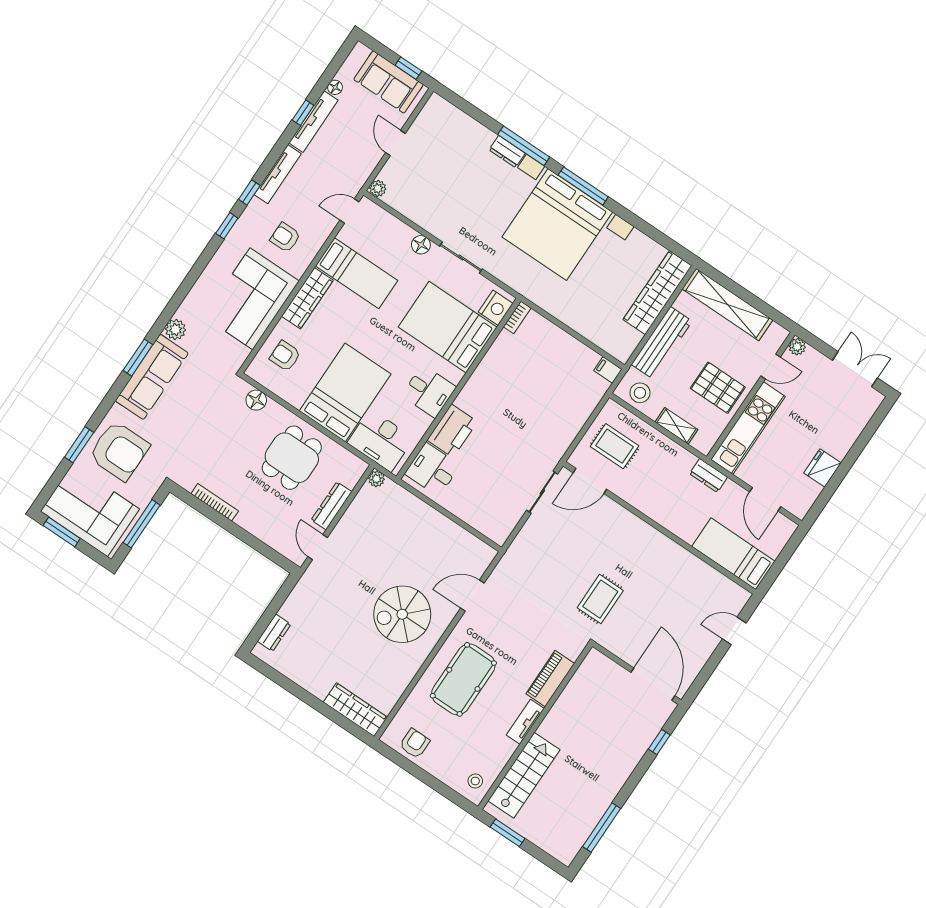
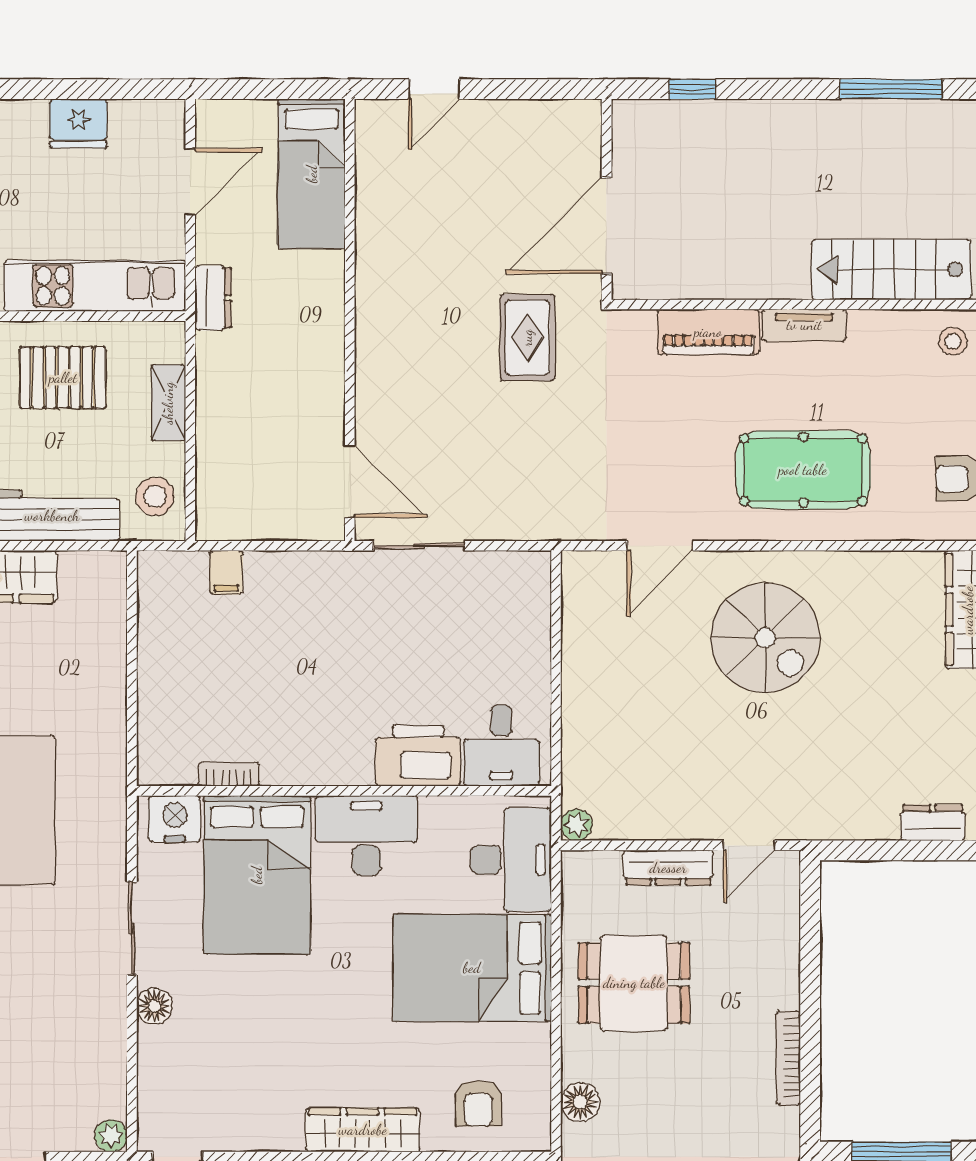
bed: (357, 273) -> (269, 1078), removed
bookcase: (517, 317) -> (229, 774), moved
filing cabinet: (608, 370) -> (226, 572), moved
pallet: (718, 388) -> (63, 378), turned 90
desk: (429, 391) -> (366, 836), width x1.37
rug: (615, 446) -> (268, 480), removed
door: (472, 596) -> (660, 546), hinge flipped
rug: (600, 599) -> (527, 338), turned 90
door: (734, 631) -> (434, 89), hinge flipped
door: (653, 684) -> (607, 226), moved

